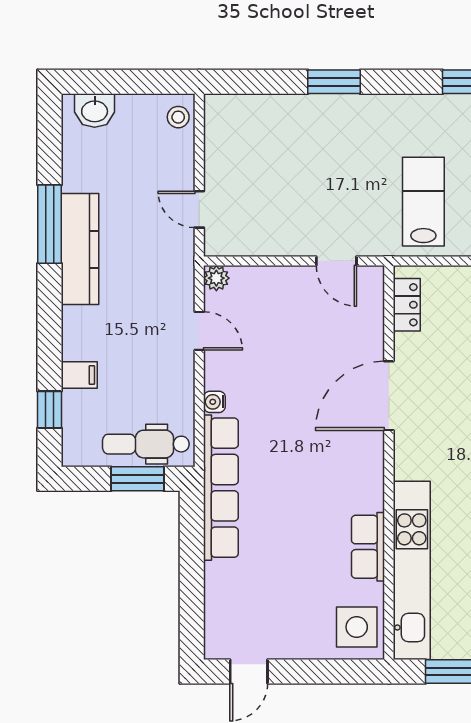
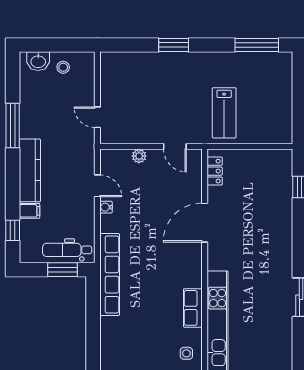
stool: (178, 117) -> (63, 67), moved
lab bench: (423, 202) -> (224, 113), turned 180
kitchen counter: (80, 249) -> (30, 170), moved
plant: (216, 278) -> (139, 156), moved
water cooler: (214, 402) -> (106, 207), moved
side table: (357, 627) -> (186, 353), width x0.54, depth x0.54

